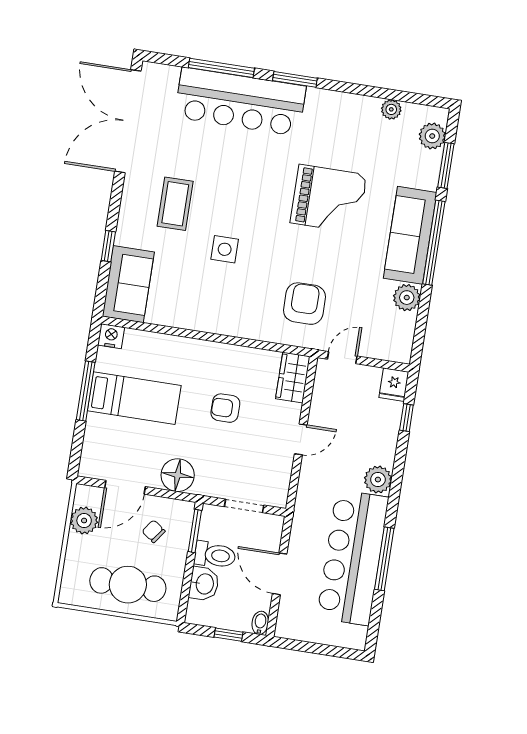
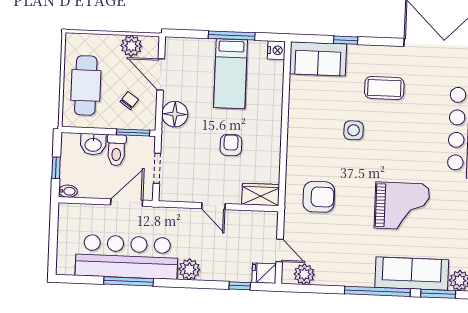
grand piano: (329, 199) -> (402, 206), turned -90
sofa: (410, 235) -> (412, 274), moved
plant: (407, 298) -> (304, 274), moved
door: (342, 358) -> (280, 250), moved
door: (280, 574) -> (127, 203), moved

